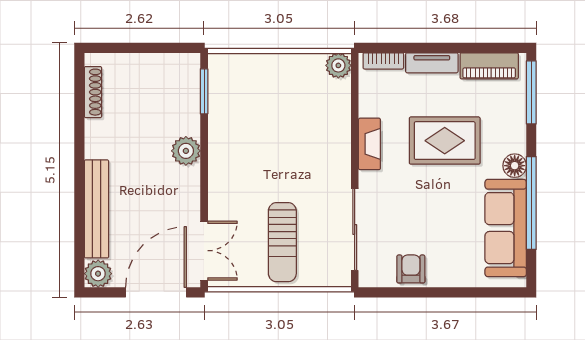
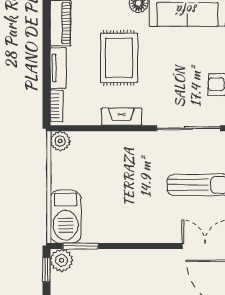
window: (174, 48) -> (46, 270), added
barbecue: (242, 72) -> (66, 217), added
plant: (186, 151) -> (62, 260), moved

